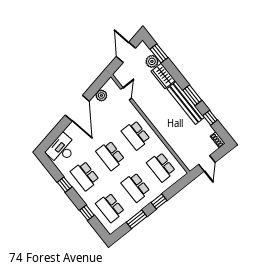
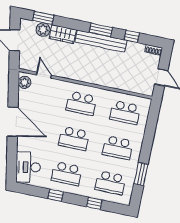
plant: (101, 95) -> (24, 82), moved
window: (159, 201) -> (147, 143), removed

